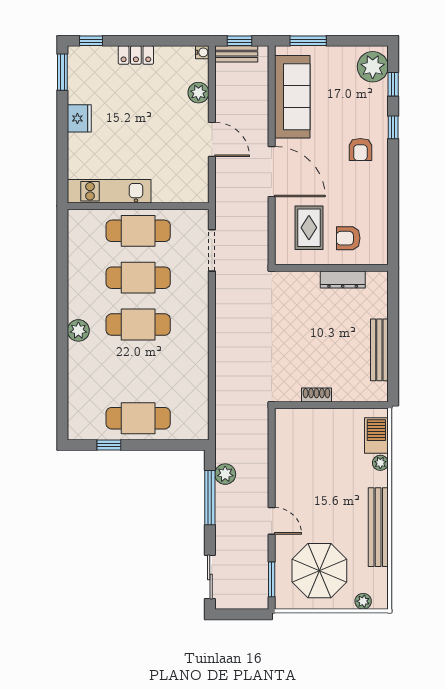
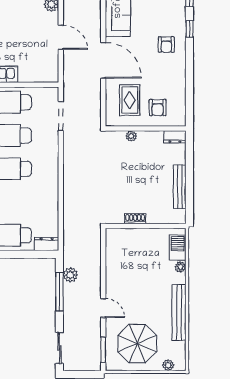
armchair: (348, 238) -> (158, 108), turned -90
plant: (311, 278) -> (131, 136), added
dresser: (343, 279) -> (175, 137), moved, width x0.70
dresser: (192, 430) -> (47, 244), added

